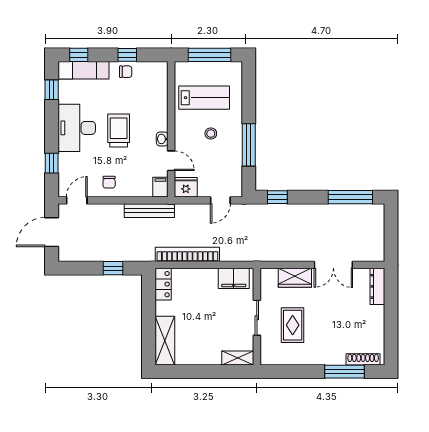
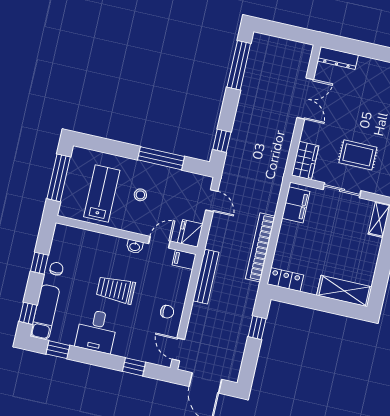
desk: (77, 128) -> (97, 331), width x0.73
wardrobe: (295, 278) -> (305, 160), moved

